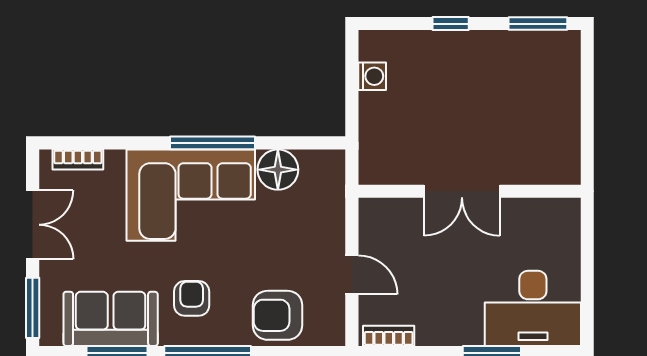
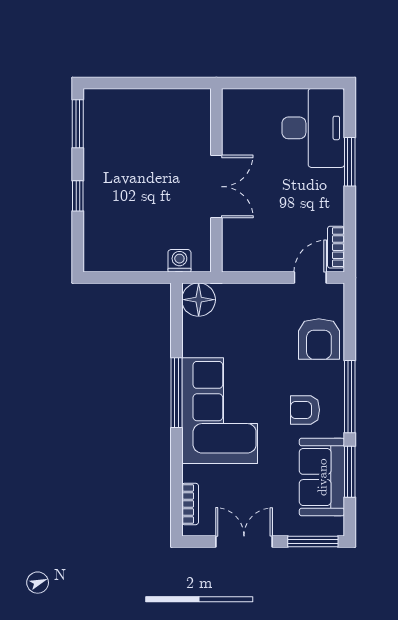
washing machine: (372, 76) -> (179, 261), moved
floor lamp: (278, 170) -> (199, 300), moved
door: (352, 275) -> (310, 278), moved

